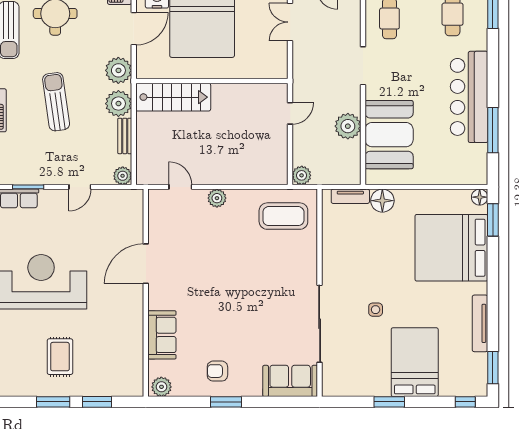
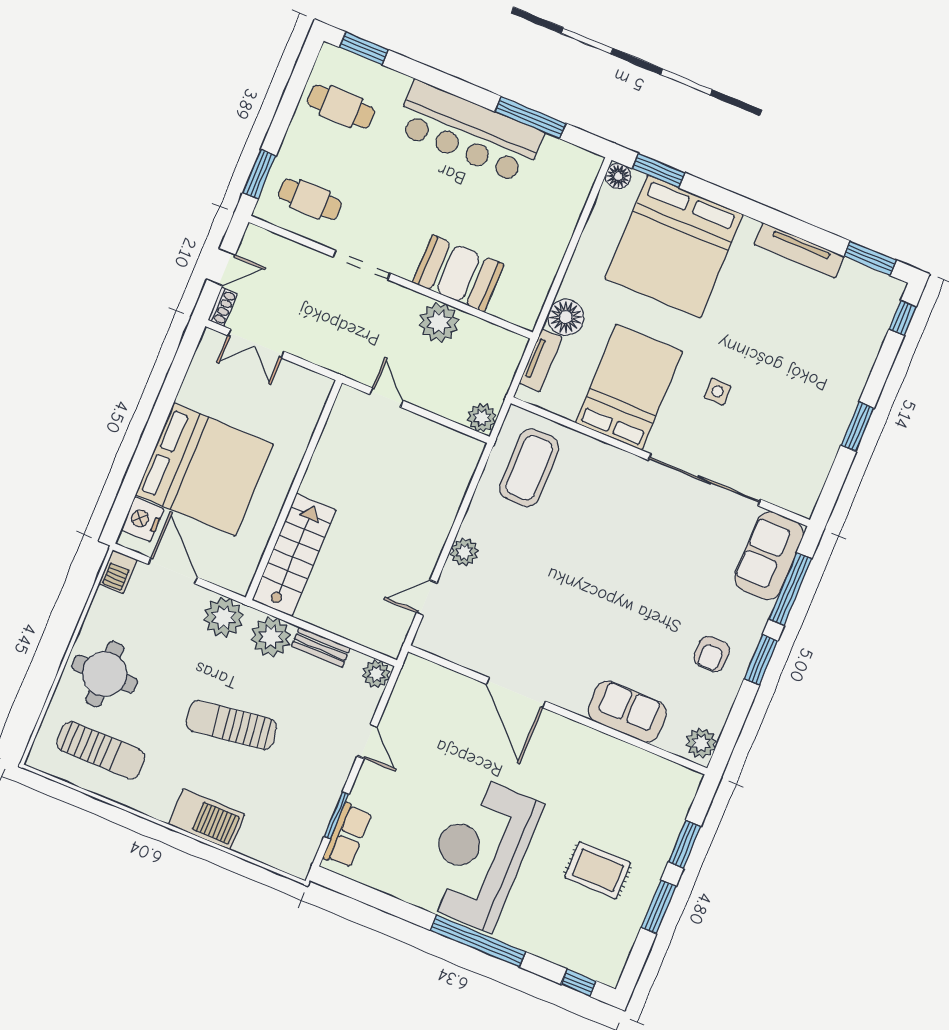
booth: (389, 135) -> (458, 273), width x0.73, depth x0.70
bed: (415, 362) -> (629, 387), moved, turned 90
window: (275, 402) -> (790, 589), added

